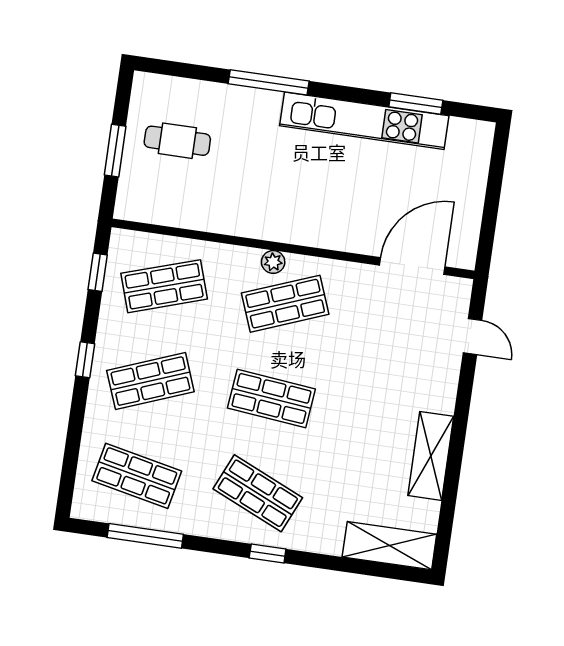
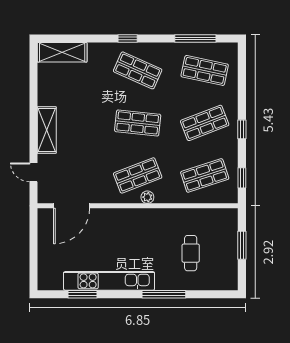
cafe table: (177, 141) -> (191, 253), moved, turned 90
shelving: (431, 456) -> (47, 130), moved

